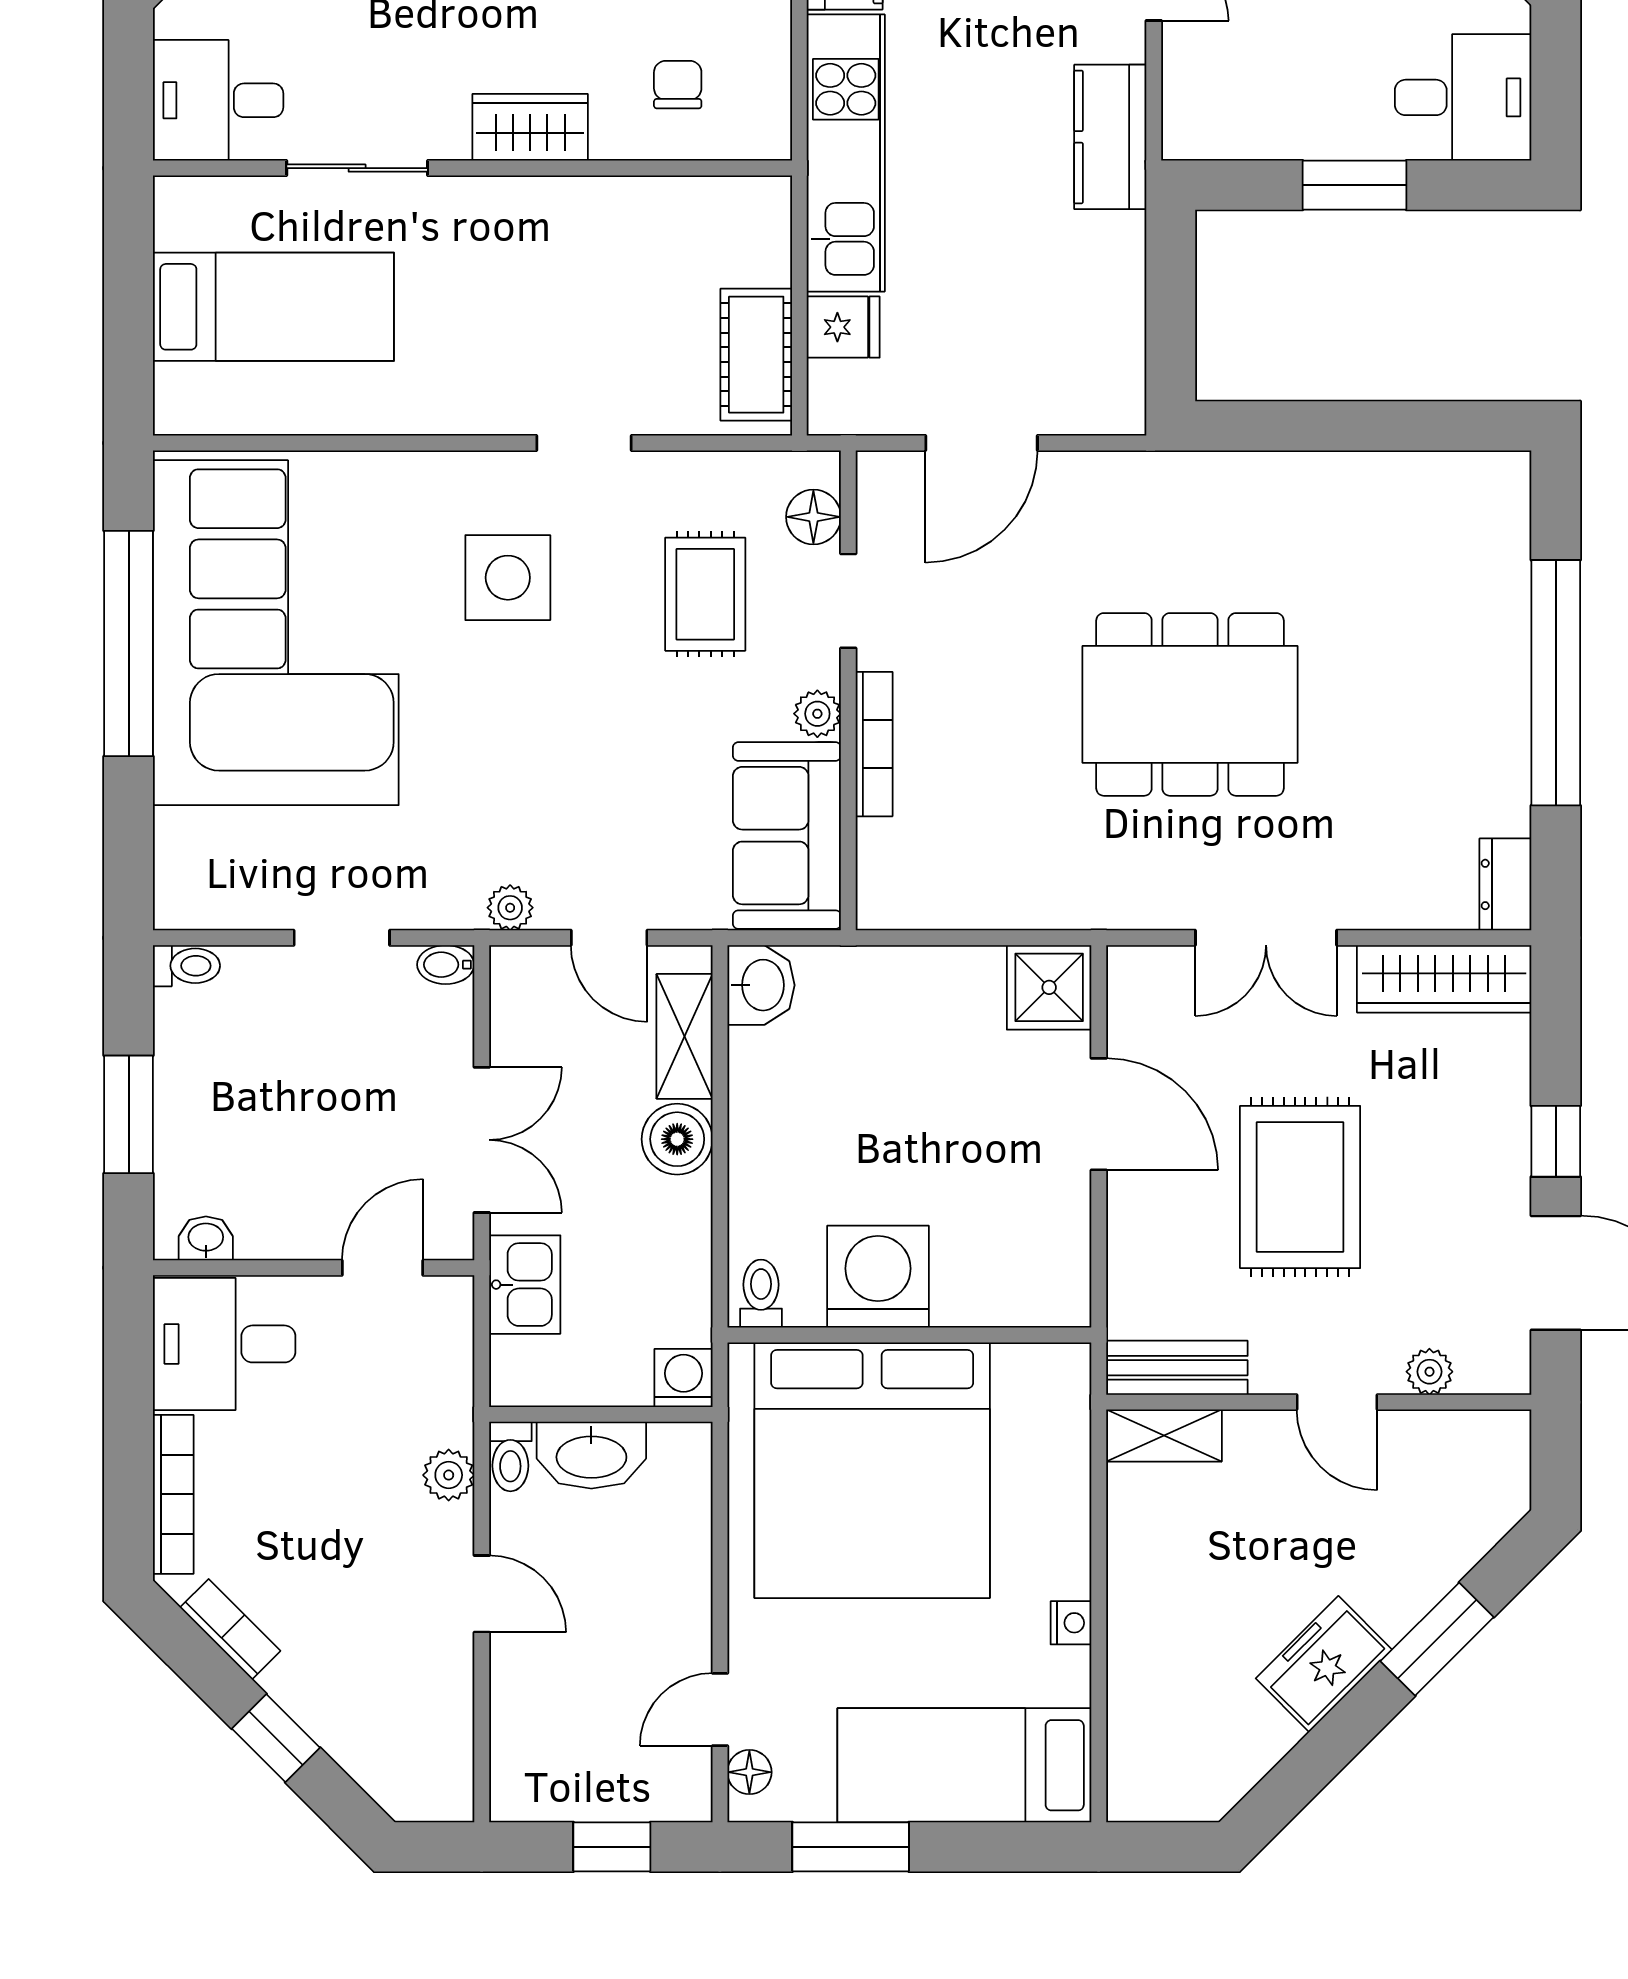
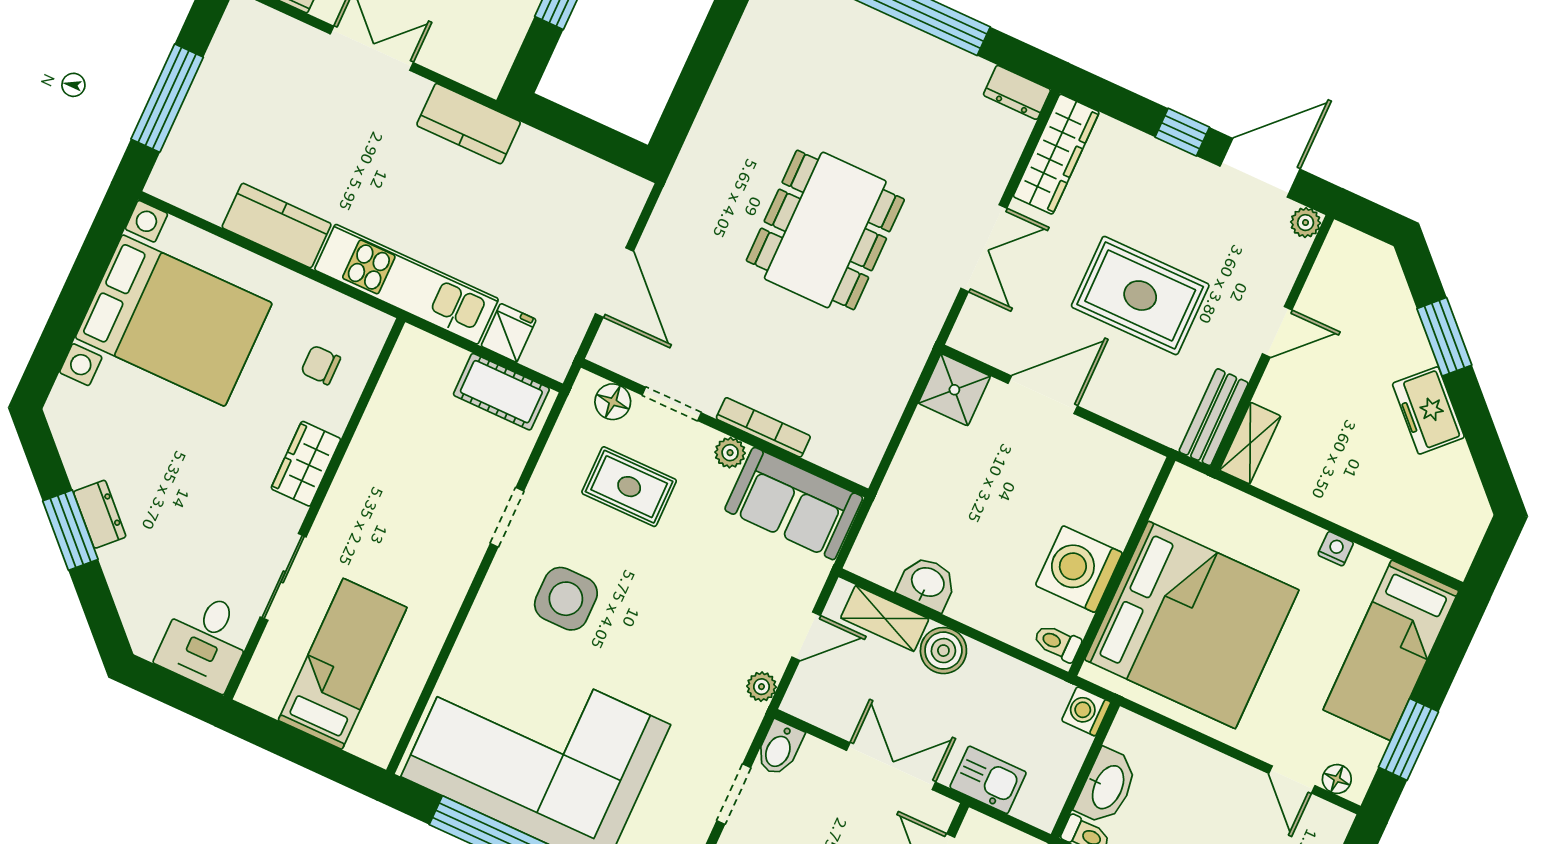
bidet: (446, 965) -> (779, 748), width x1.38, depth x1.36
washbasin: (761, 985) -> (927, 583), moved
plant: (1429, 1372) -> (1306, 223), moved

